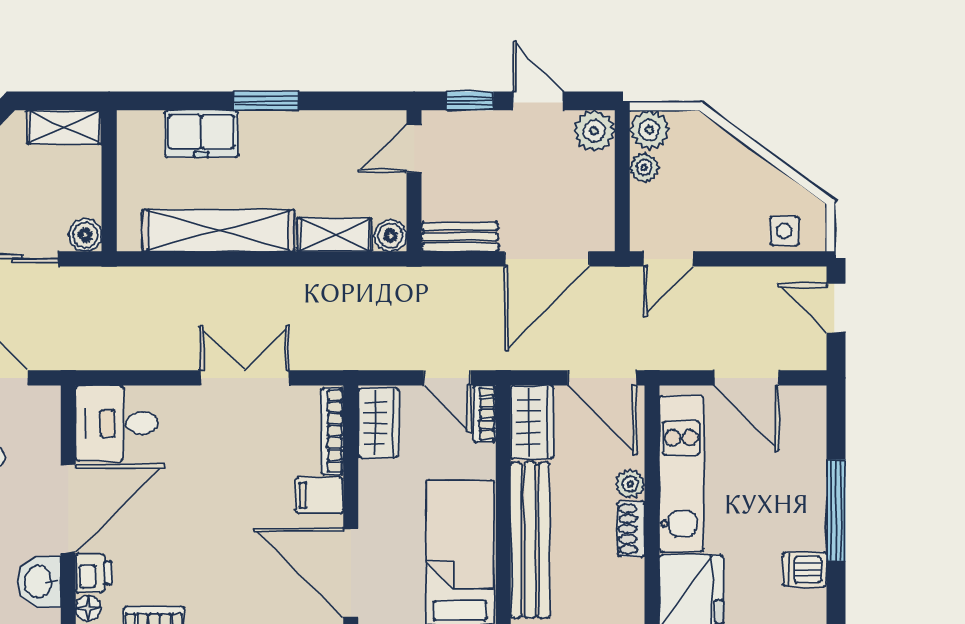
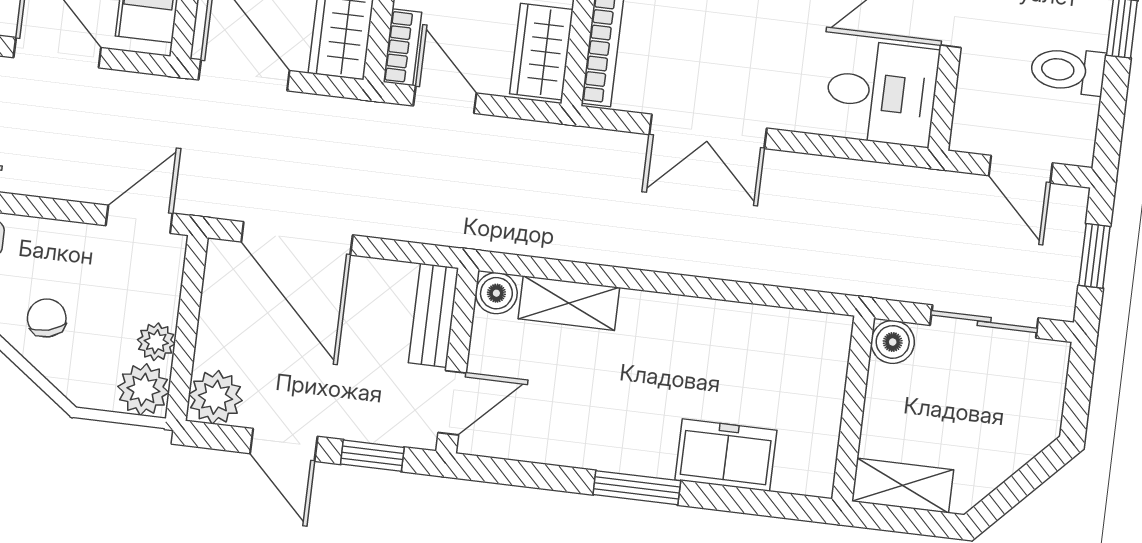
chair: (730, 175) -> (47, 318), added
shelving: (218, 231) -> (719, 327), removed
bench: (460, 237) -> (434, 315), moved, turned 90
door: (547, 259) -> (297, 238), swing flipped

